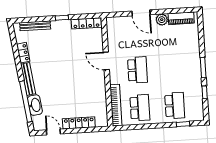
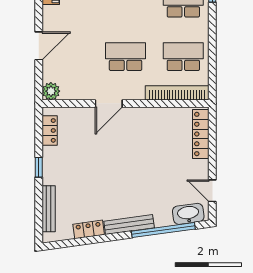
plant: (162, 20) -> (51, 91), moved
locker: (86, 23) -> (50, 130), width x0.66
washbasin: (35, 105) -> (188, 214), moved
locker: (79, 123) -> (201, 134), moved
door: (53, 132) -> (212, 191), hinge flipped

